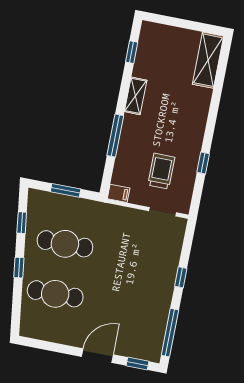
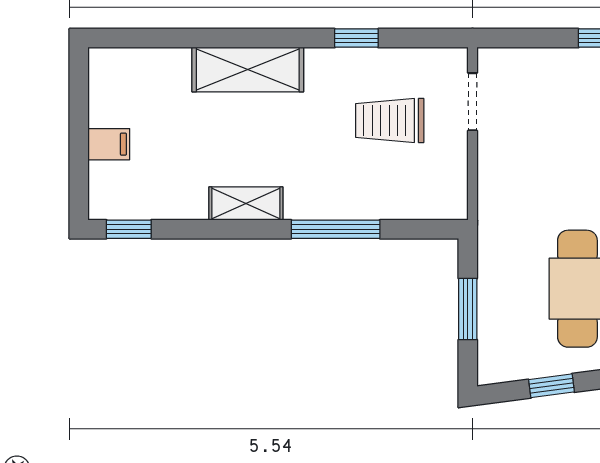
window: (132, 52) -> (129, 229), moved
shelving: (208, 60) -> (248, 69), moved
filing cabinet: (119, 193) -> (109, 144), moved, turned 90

